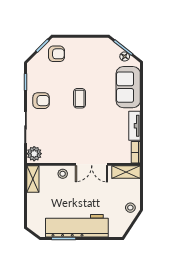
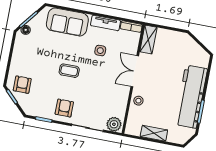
floor lamp: (125, 56) -> (26, 30), moved
side table: (106, 126) -> (100, 51), added
double door: (92, 164) -> (135, 71), swing flipped
shelving: (33, 179) -> (154, 133), moved
stool: (130, 208) -> (183, 42), removed

